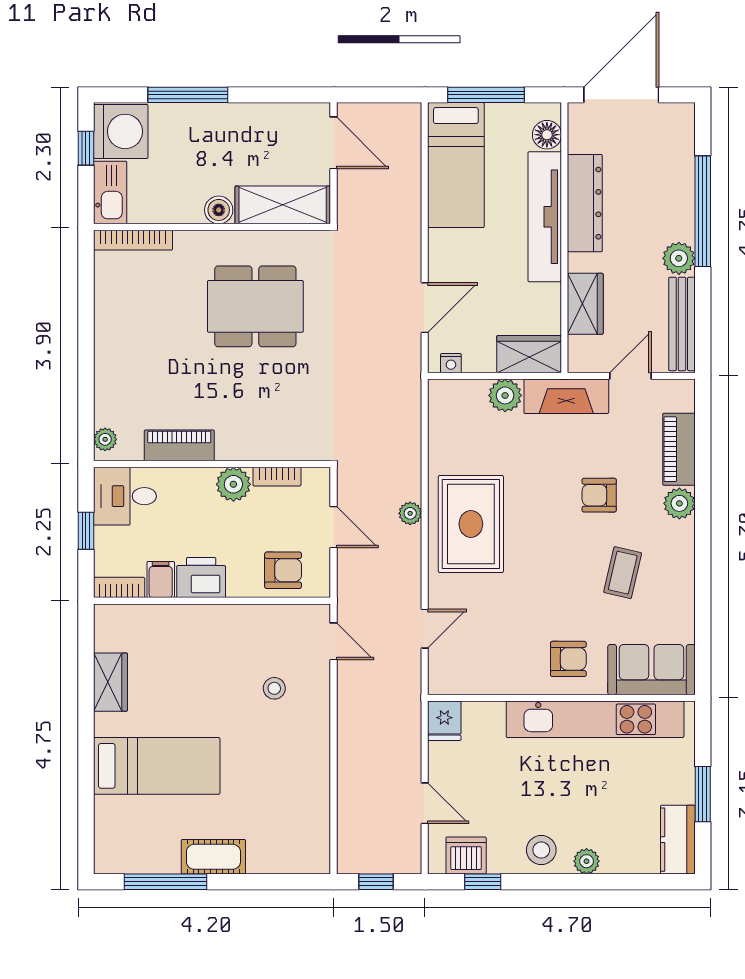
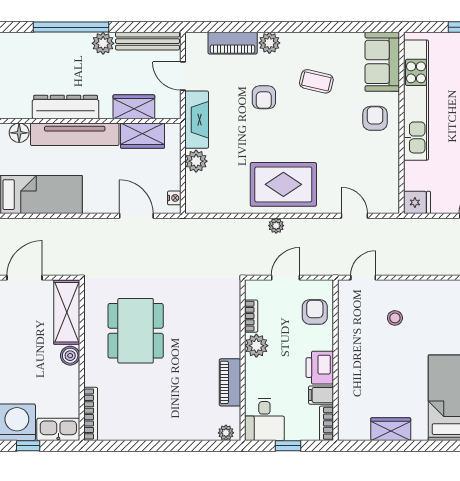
wardrobe: (529, 354) -> (143, 136), moved, turned -90

